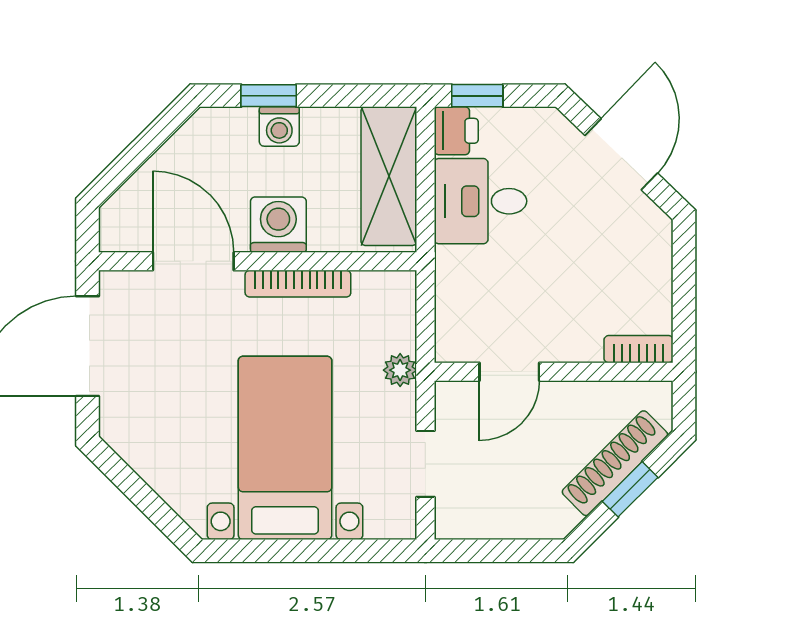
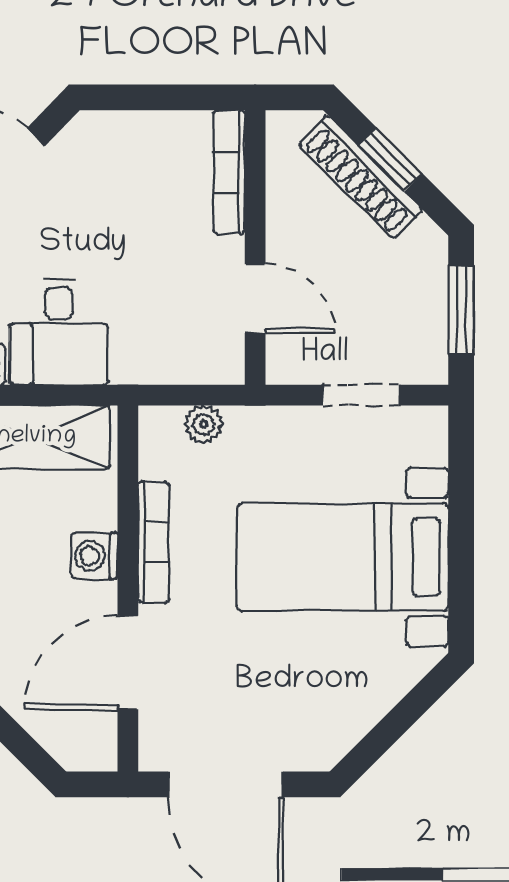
washing machine: (278, 225) -> (95, 556), width x0.73, depth x0.73
bookcase: (639, 349) -> (229, 172), width x1.56
plant: (400, 370) -> (203, 424), moved
window: (499, 551) -> (461, 310), added

